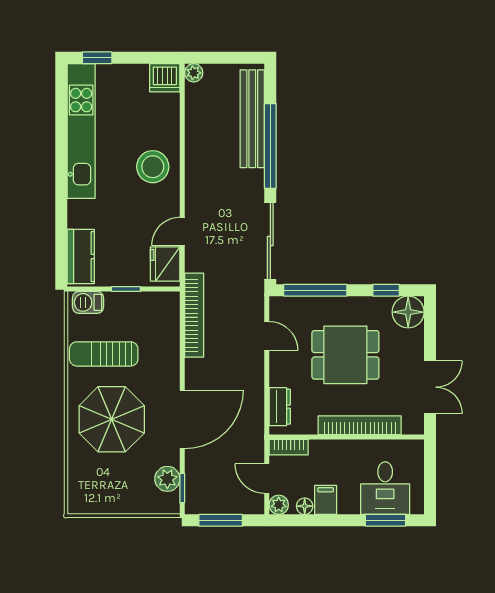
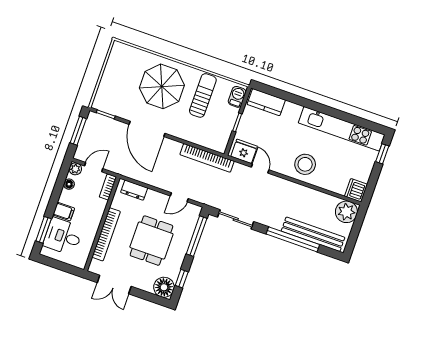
plant: (194, 73) -> (346, 212), width x1.87, depth x1.87
sliding door: (270, 241) -> (236, 219), width x0.73
plant: (167, 479) -> (114, 107), removed
filing cabinet: (326, 500) -> (64, 212), moved

